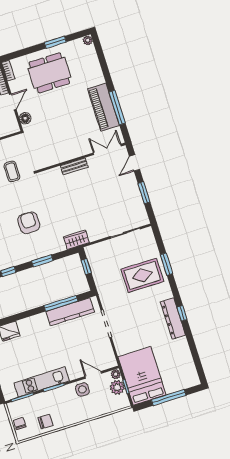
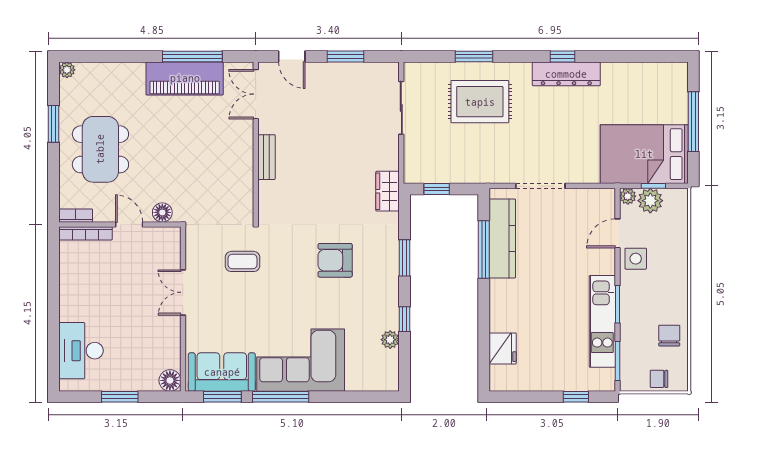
rug: (142, 275) -> (480, 102), turned 90

